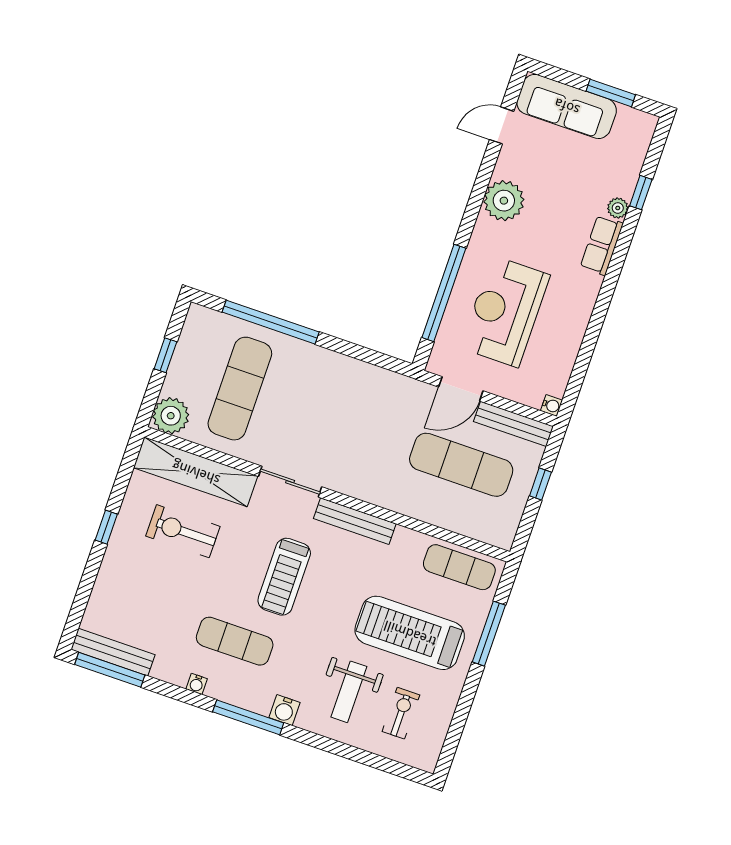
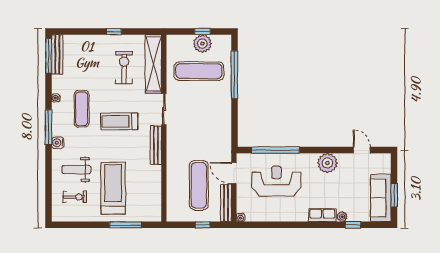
sofa: (567, 106) -> (381, 198), moved
plant: (171, 416) -> (202, 44), moved
exercise mat: (459, 567) -> (151, 201), removed

